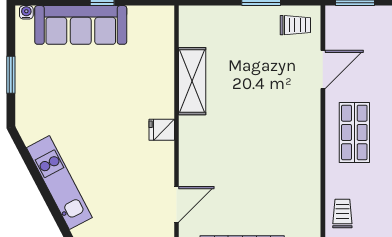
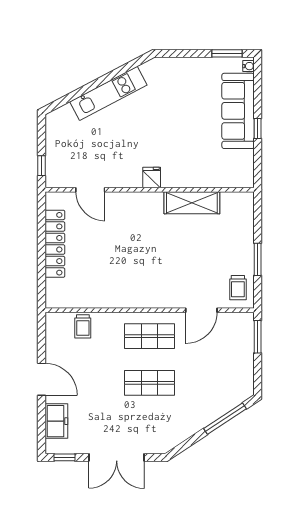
door: (323, 70) -> (201, 310), hinge flipped
window: (11, 75) -> (227, 53), moved
trolley: (342, 213) -> (83, 326), turned 90

